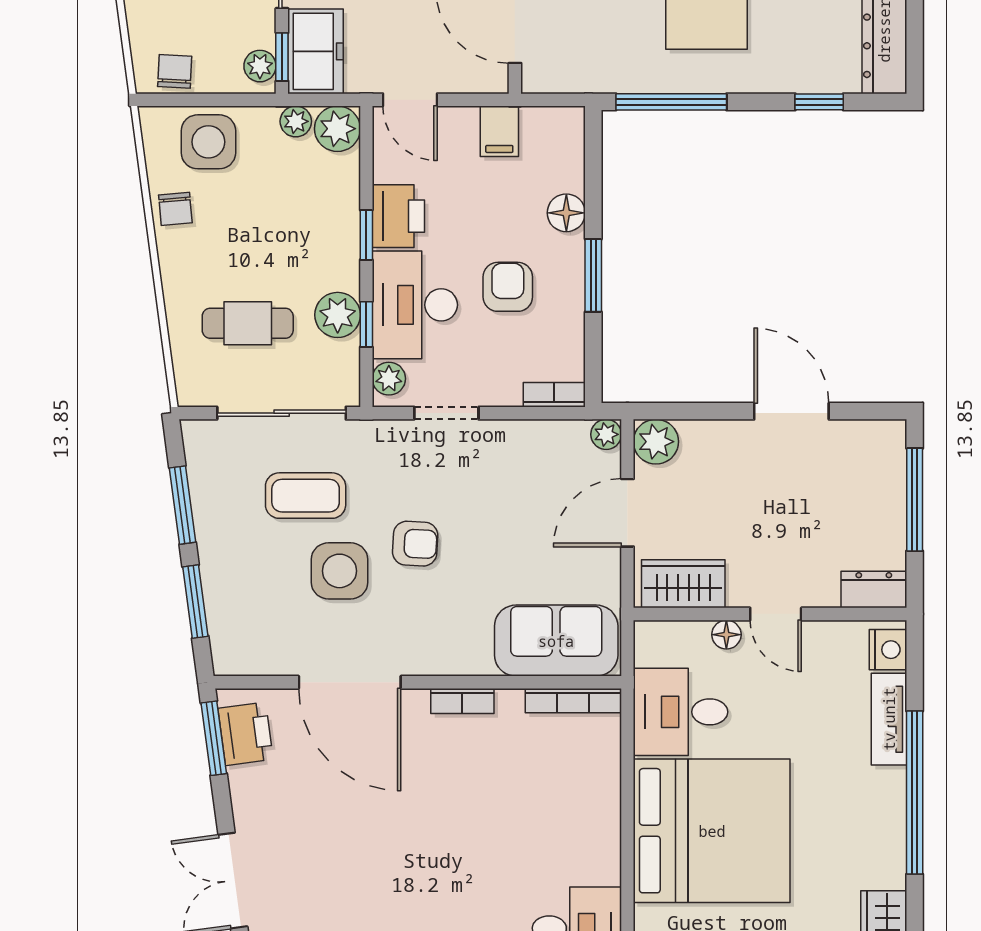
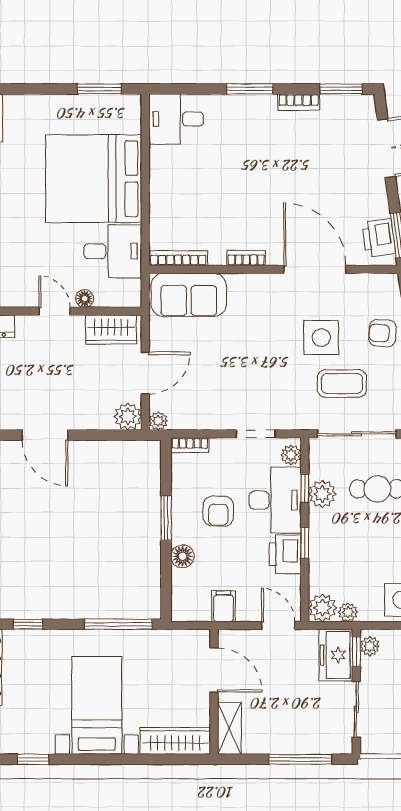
armchair: (415, 544) -> (383, 333), moved

